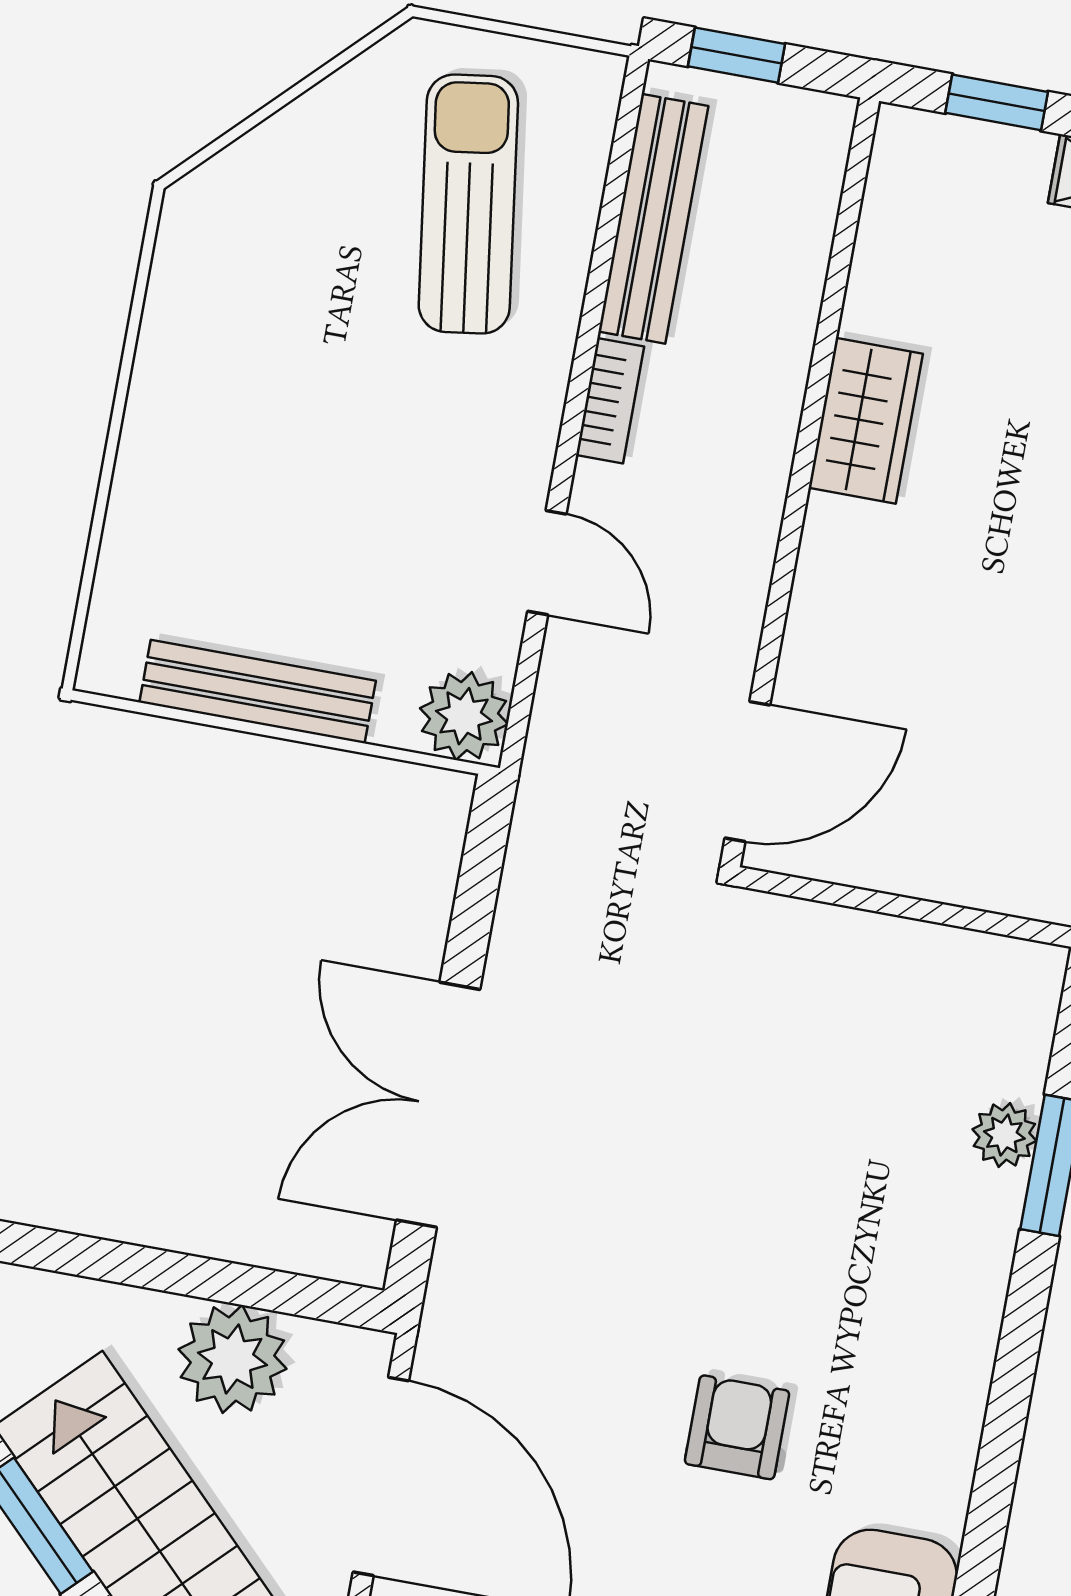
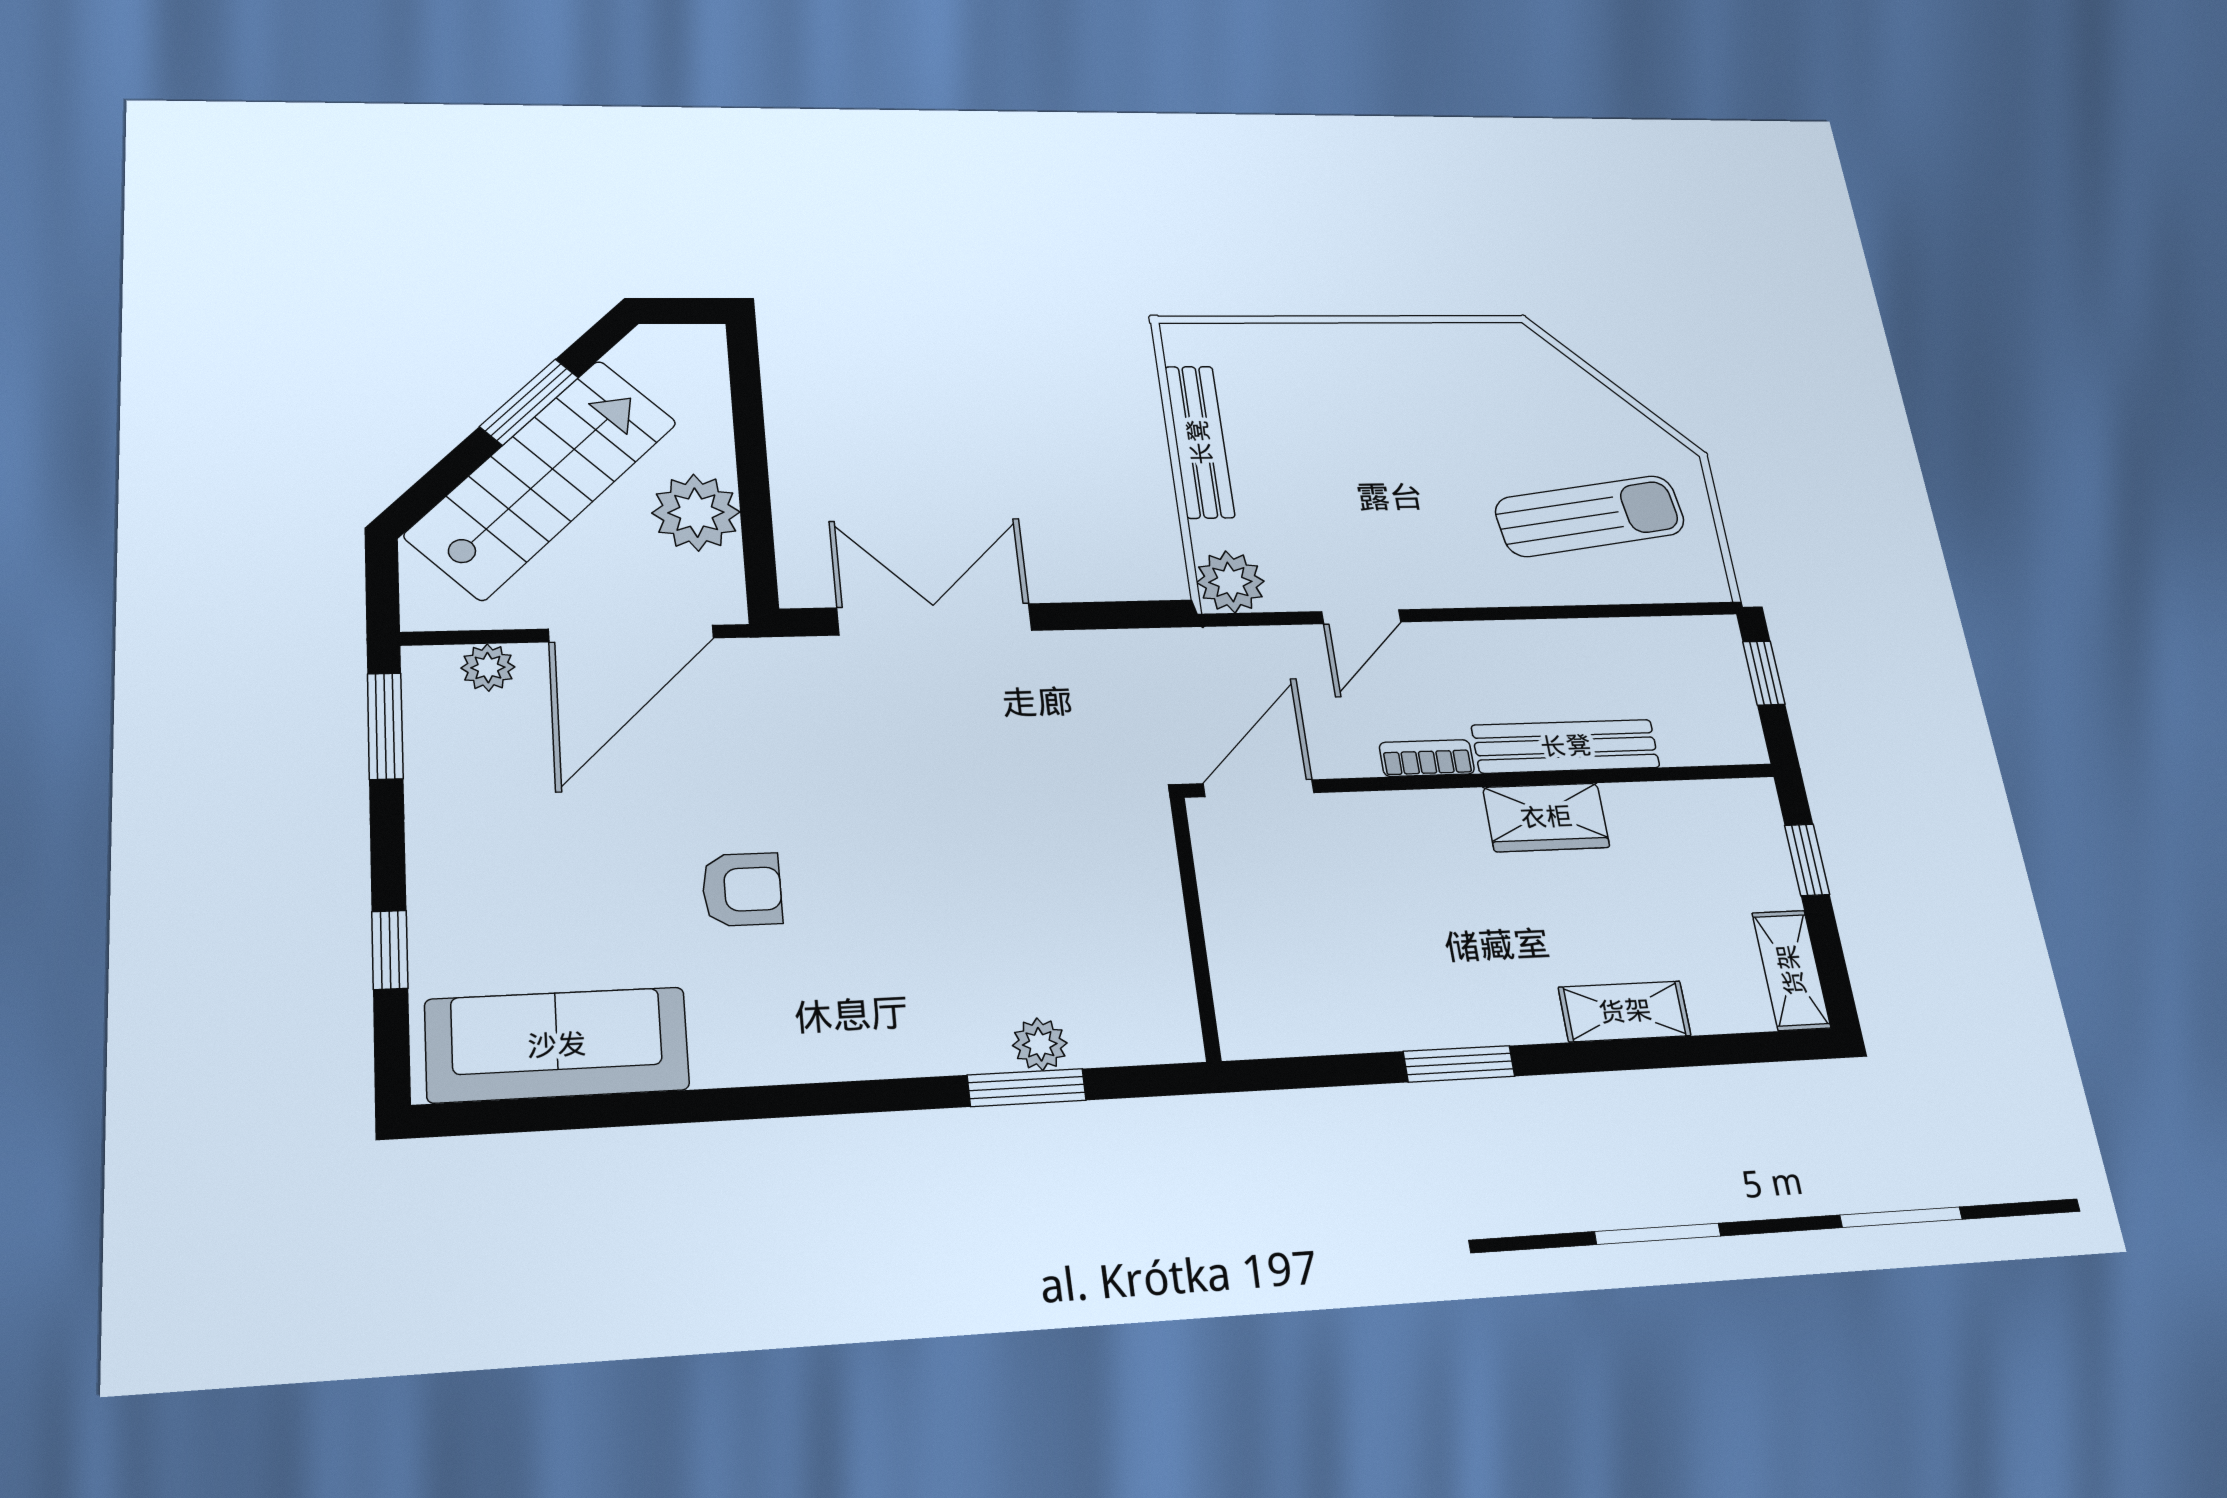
bench: (653, 219) -> (1566, 746), moved
bookcase: (610, 401) -> (1427, 758), moved, turned 180
door: (747, 772) -> (1259, 788), swing flipped

